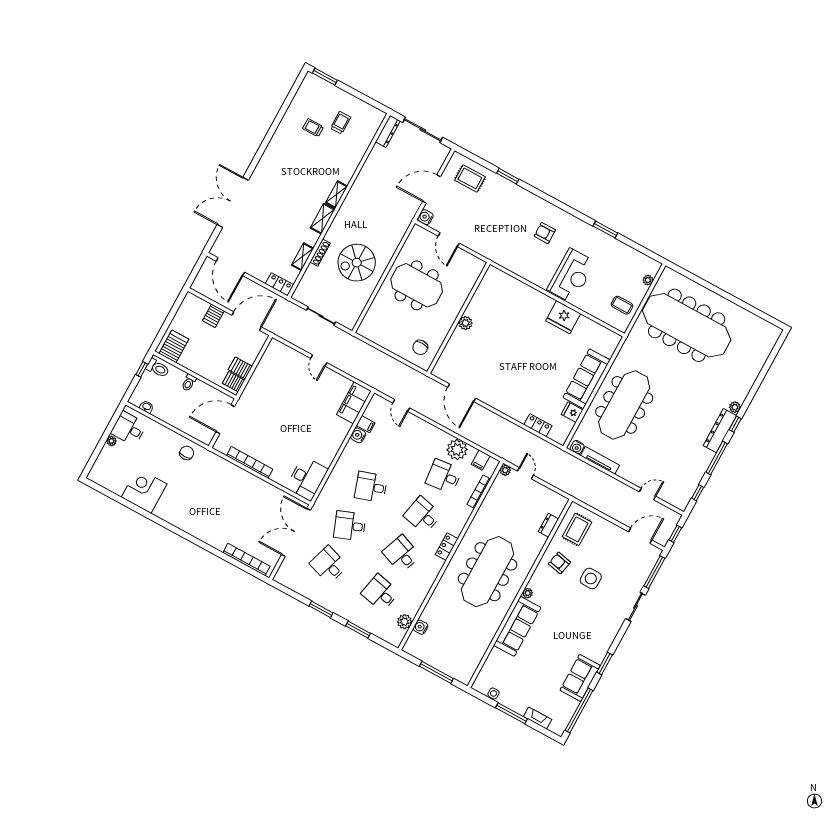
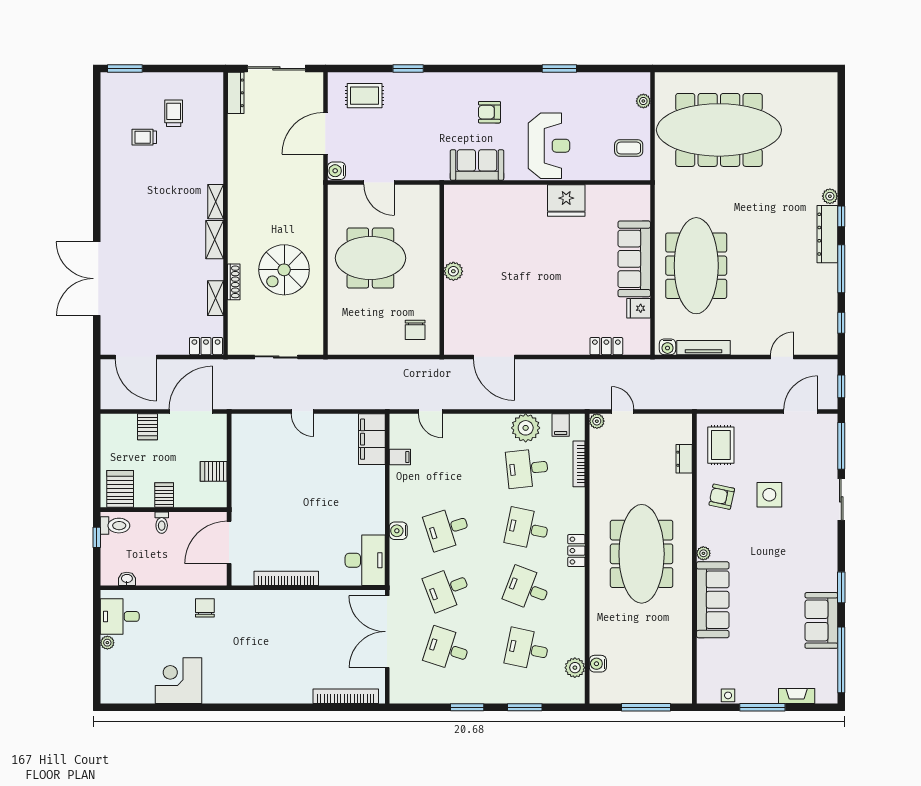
sofa: (518, 263) -> (477, 165), added
server rack: (234, 382) -> (164, 495), moved, turned 90
water cooler: (358, 435) -> (398, 531), moved

